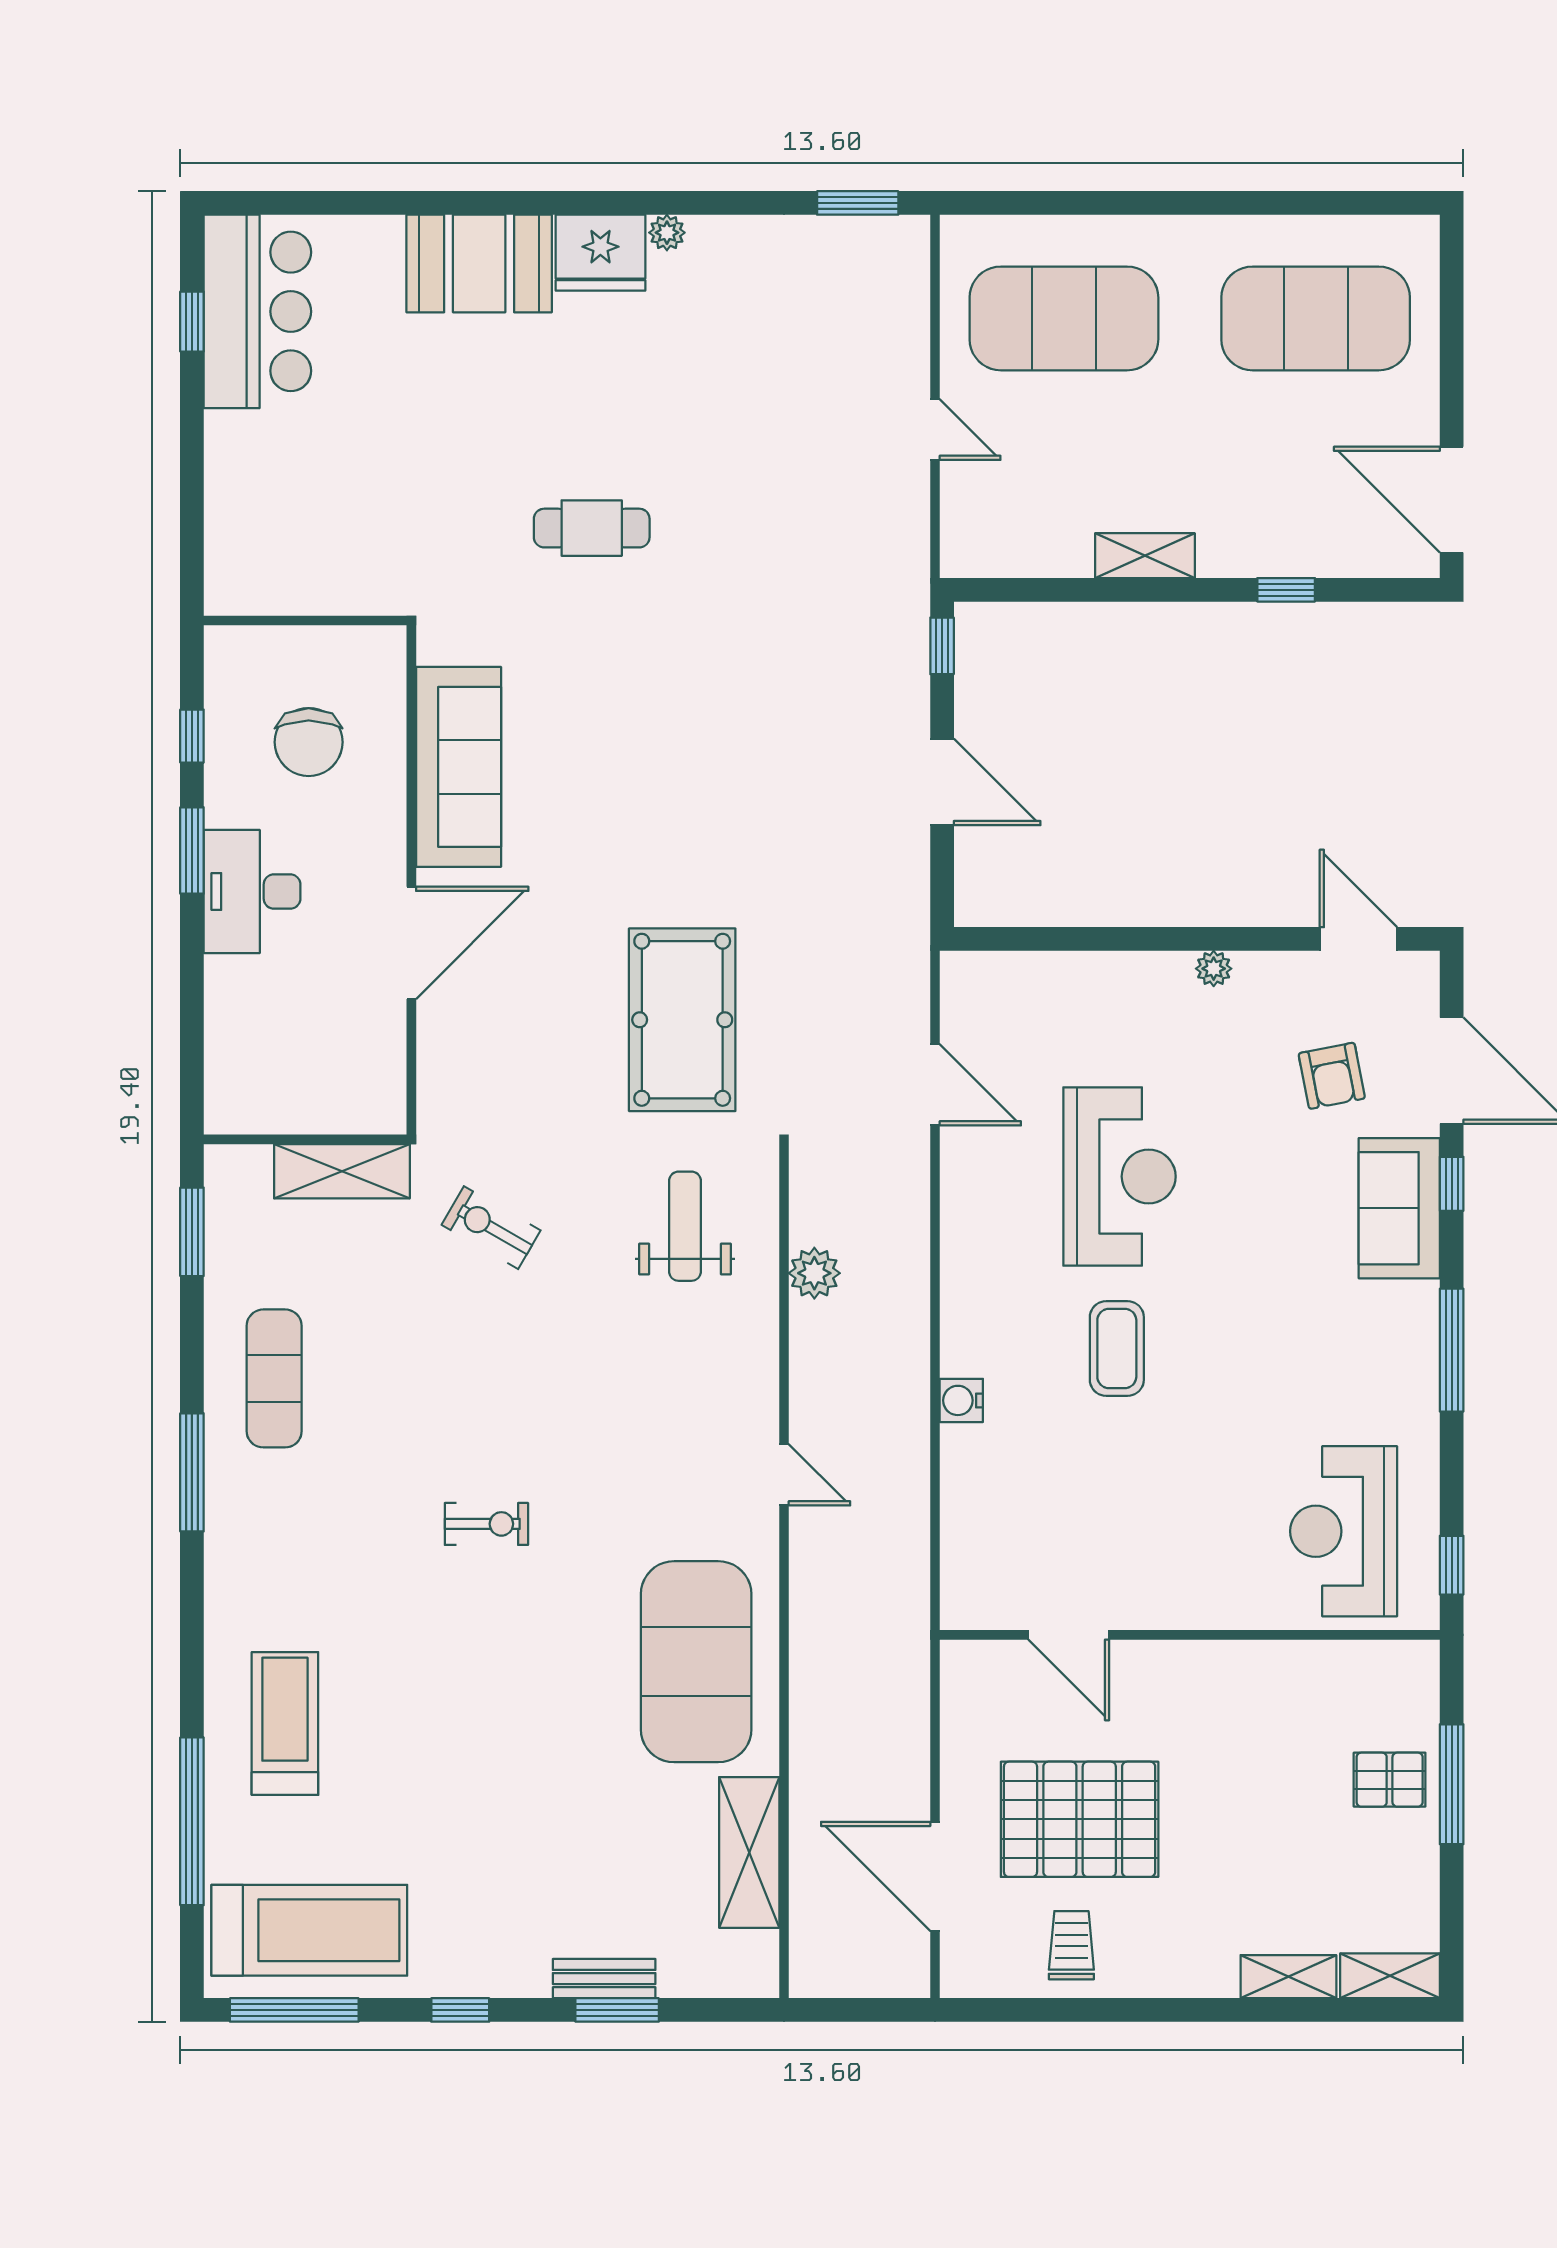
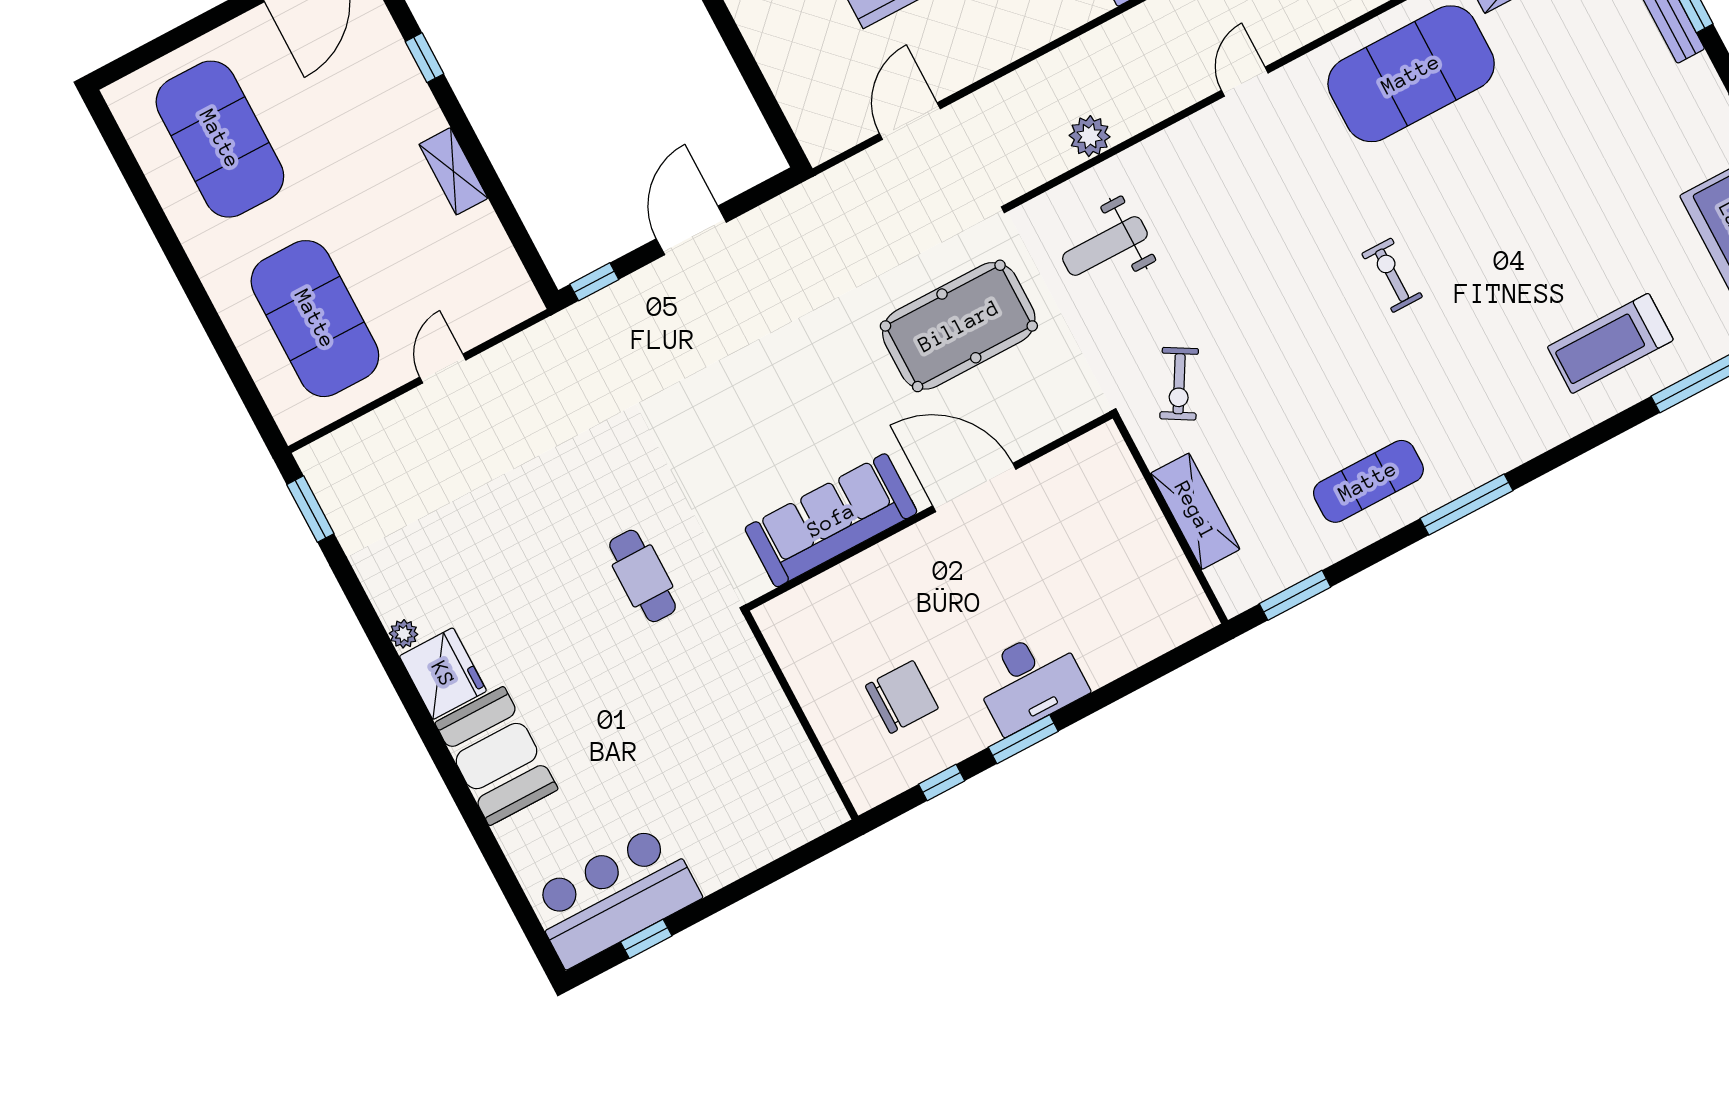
sofa: (459, 767) -> (831, 520), moved
wall: (411, 880) -> (929, 511), moved
door: (411, 943) -> (974, 487), moved

